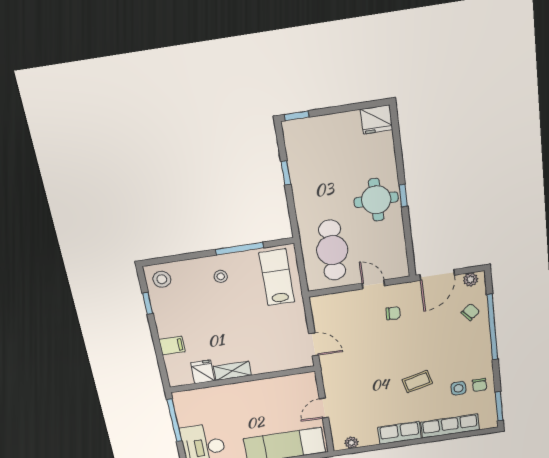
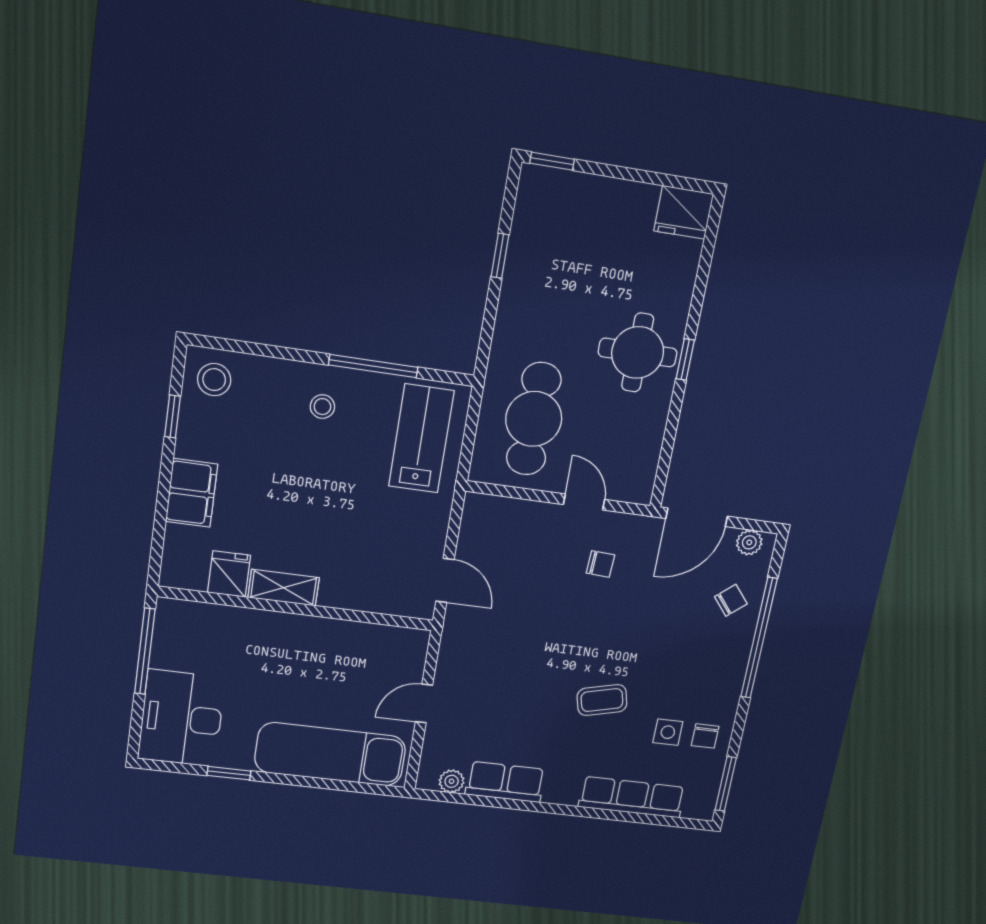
filing cabinet: (172, 346) -> (192, 493), width x2.00
row of seats: (399, 433) -> (505, 782), moved

